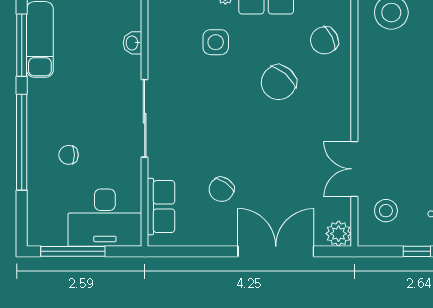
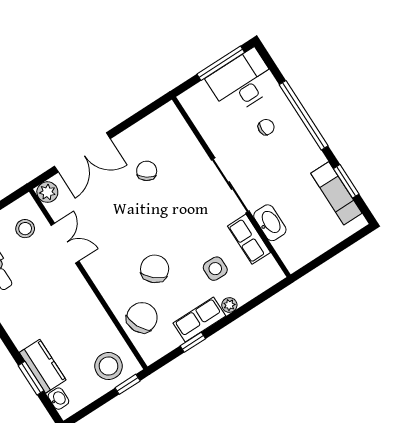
chair: (324, 40) -> (142, 318), width x1.37, depth x1.37
washbasin: (132, 43) -> (270, 223), width x1.91, depth x1.45
window: (22, 45) -> (346, 181), width x0.69
row of seats: (161, 207) -> (249, 239), moved
desk: (105, 218) -> (242, 82), moved

